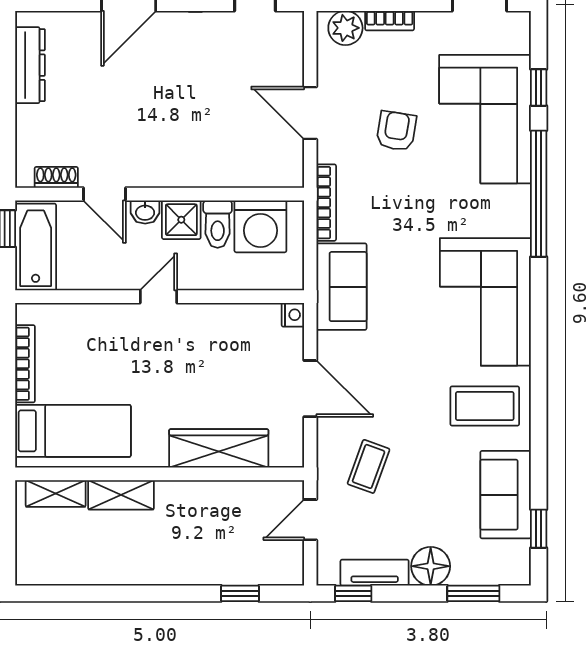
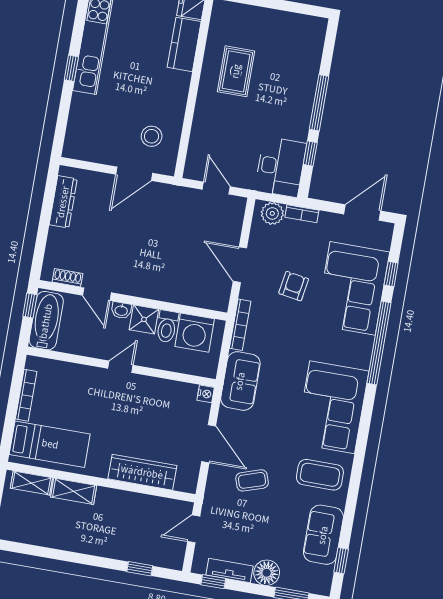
coffee table: (369, 466) -> (252, 480), moved, turned 52

